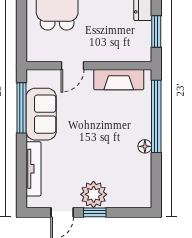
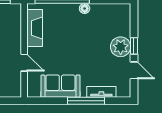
window: (21, 108) -> (86, 101), moved
tv unit: (33, 169) -> (101, 92), width x0.71

